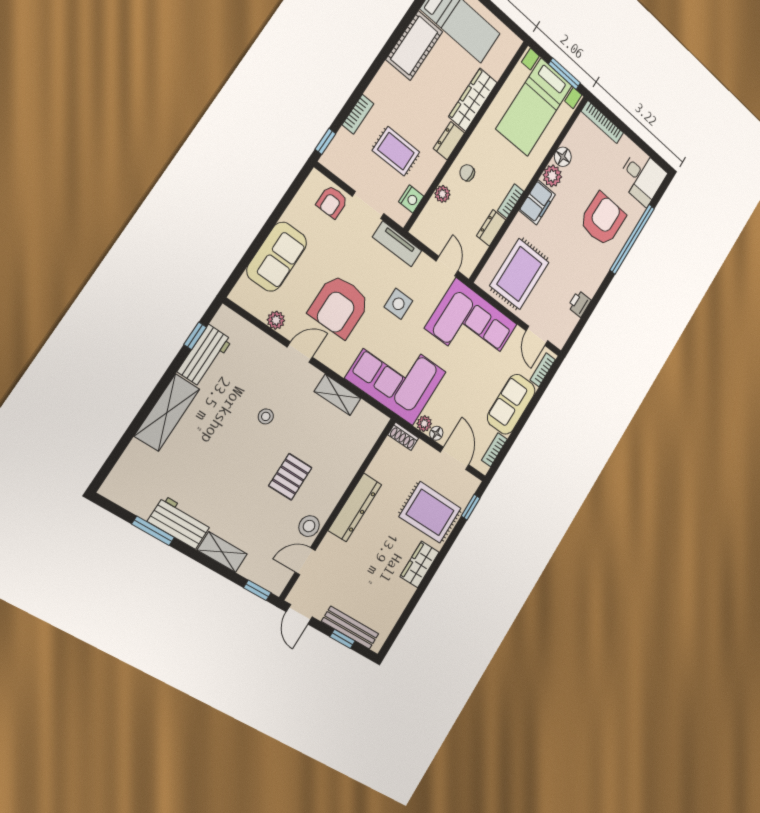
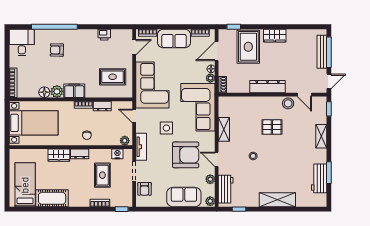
window: (564, 74) -> (7, 118), removed
wardrobe: (473, 100) -> (59, 155), width x0.67
plant: (442, 194) -> (125, 141), moved
armchair: (332, 202) -> (145, 189), turned 90
armchair: (603, 219) -> (57, 50), width x0.53, depth x0.53
door: (447, 266) -> (134, 116), hinge flipped
rug: (519, 274) -> (113, 77), width x0.73, depth x0.70
plant: (241, 296) -> (210, 201), added
workbench: (205, 356) -> (226, 189), moved, turned 90
workbench: (180, 522) -> (319, 178), moved
window: (342, 639) -> (329, 52), width x2.17

